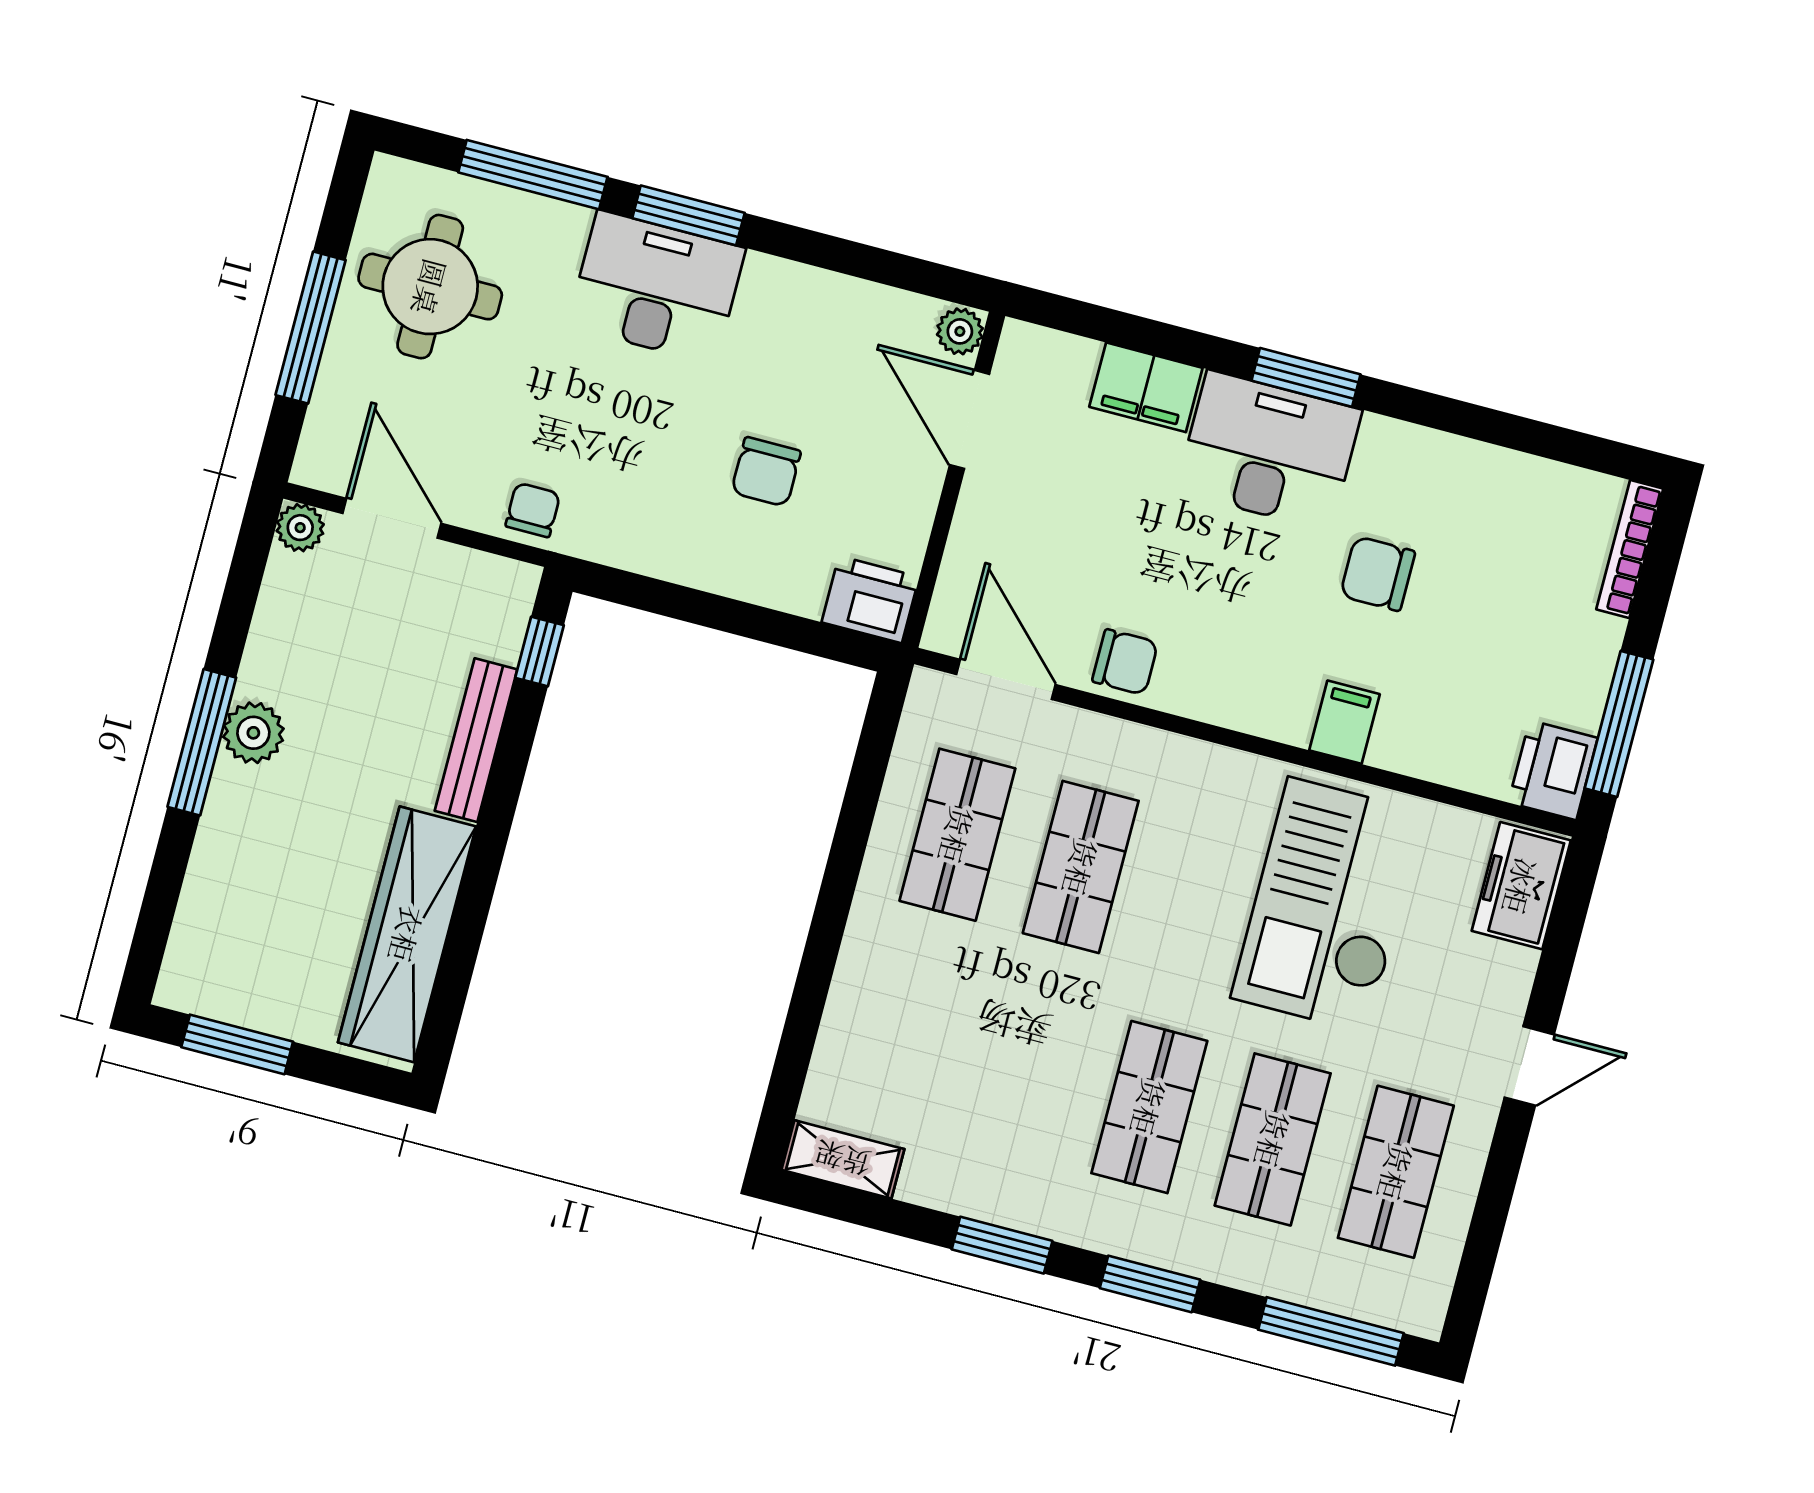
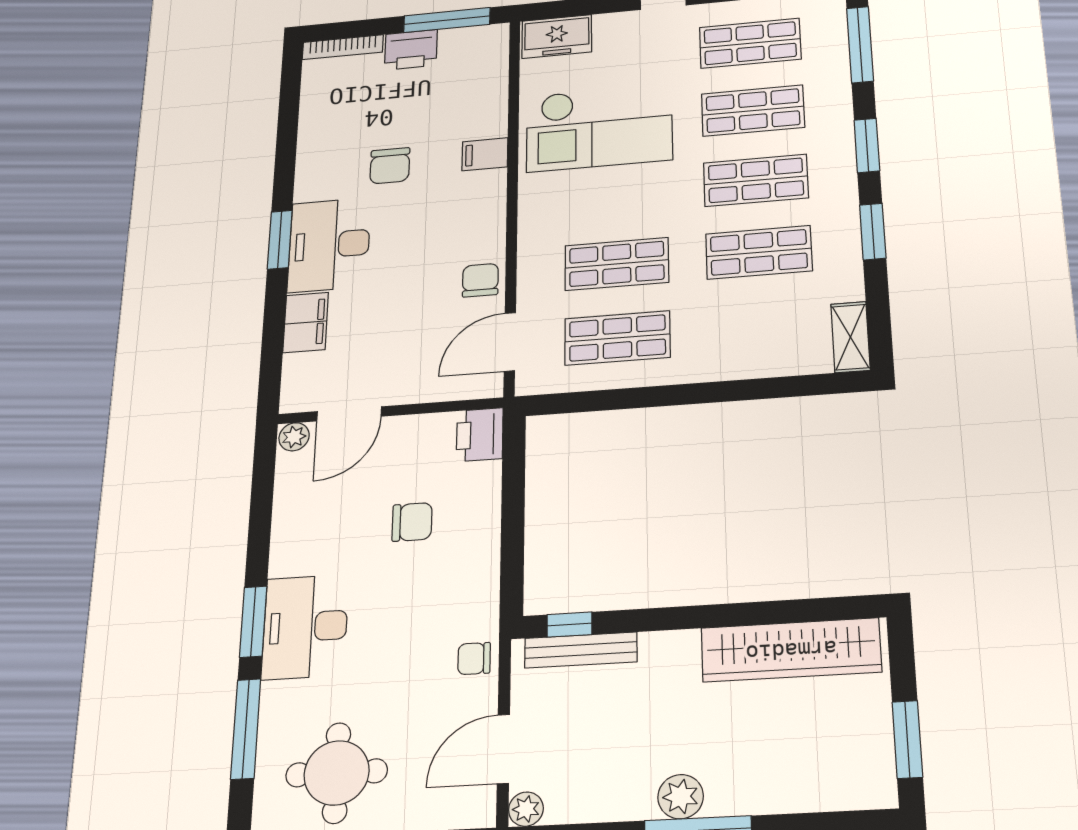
bench: (476, 740) -> (581, 650), moved
printer: (1553, 770) -> (411, 50), moved
shop shelf: (1026, 1075) -> (759, 252), added

